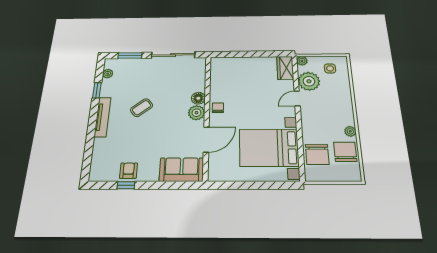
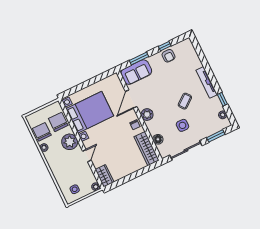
wardrobe: (218, 76) -> (147, 149), added
plant: (309, 81) -> (70, 142), moved
side table: (161, 82) -> (182, 125), added
floor lamp: (198, 98) -> (158, 139), moved
chair: (345, 152) -> (42, 132), turned 180
window: (168, 185) -> (139, 59), added

